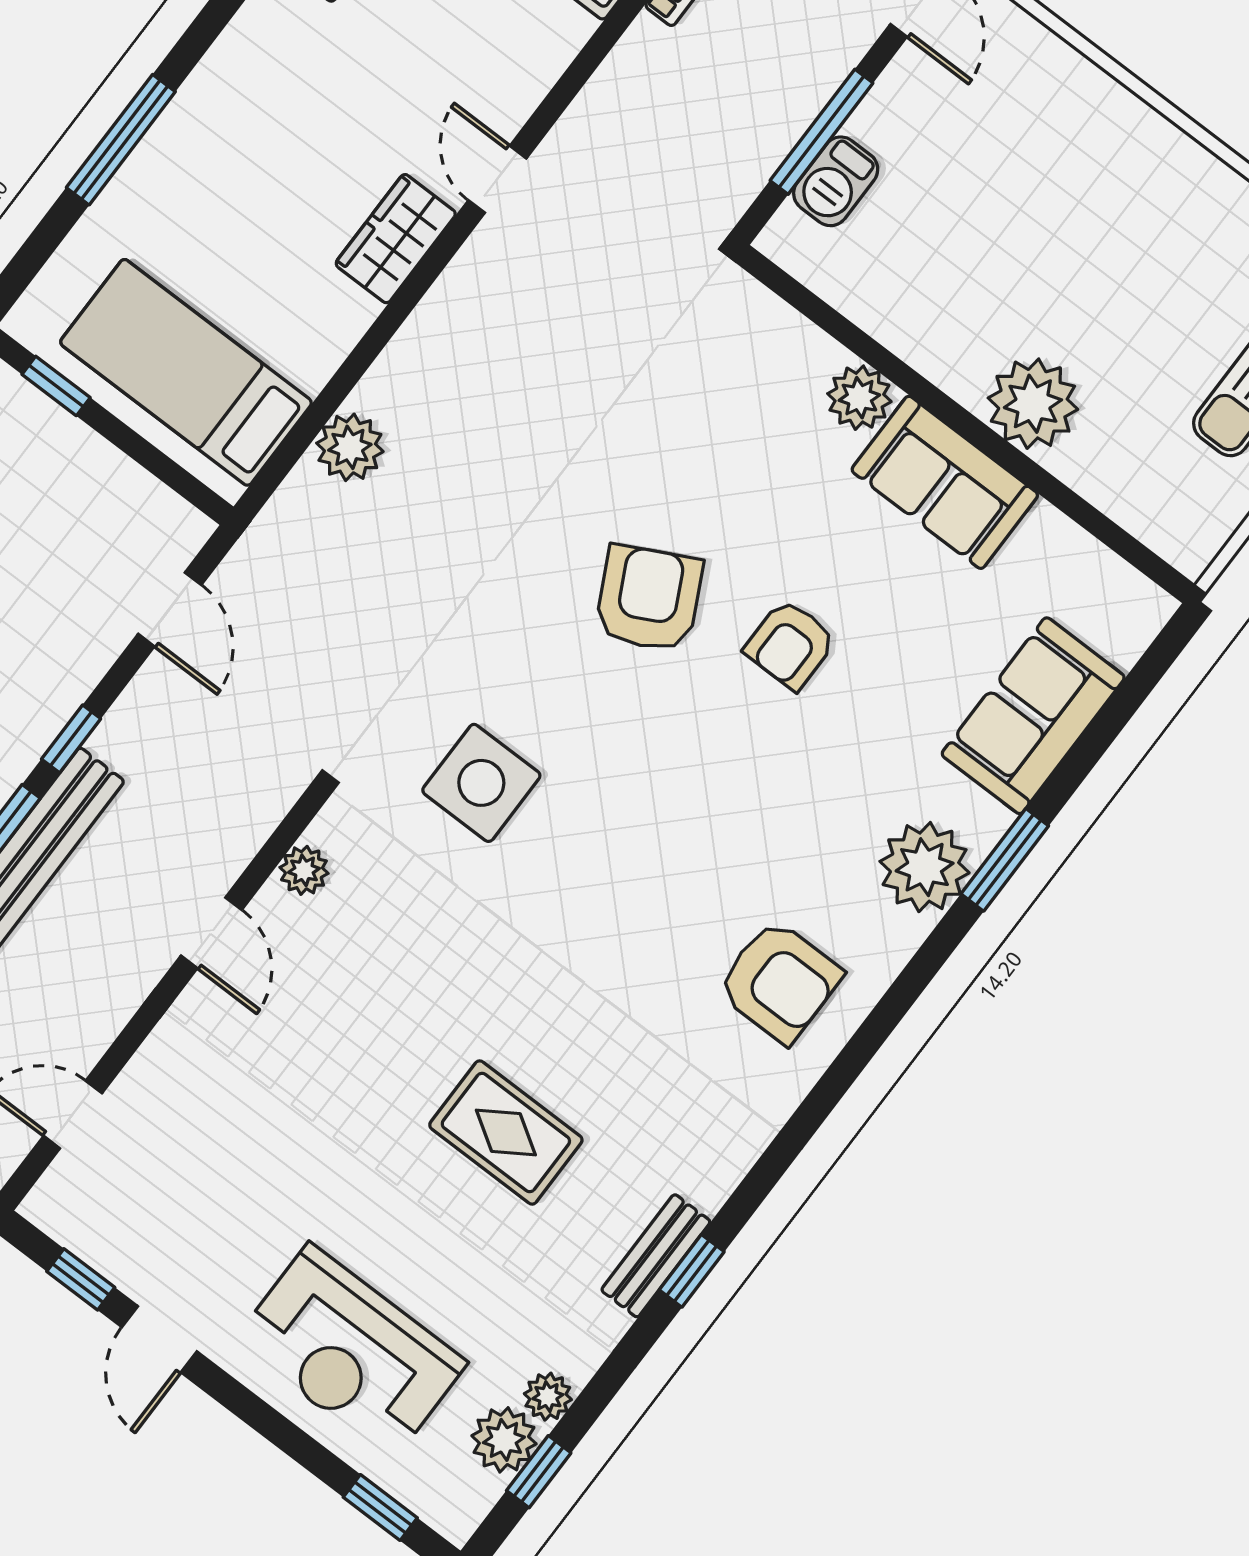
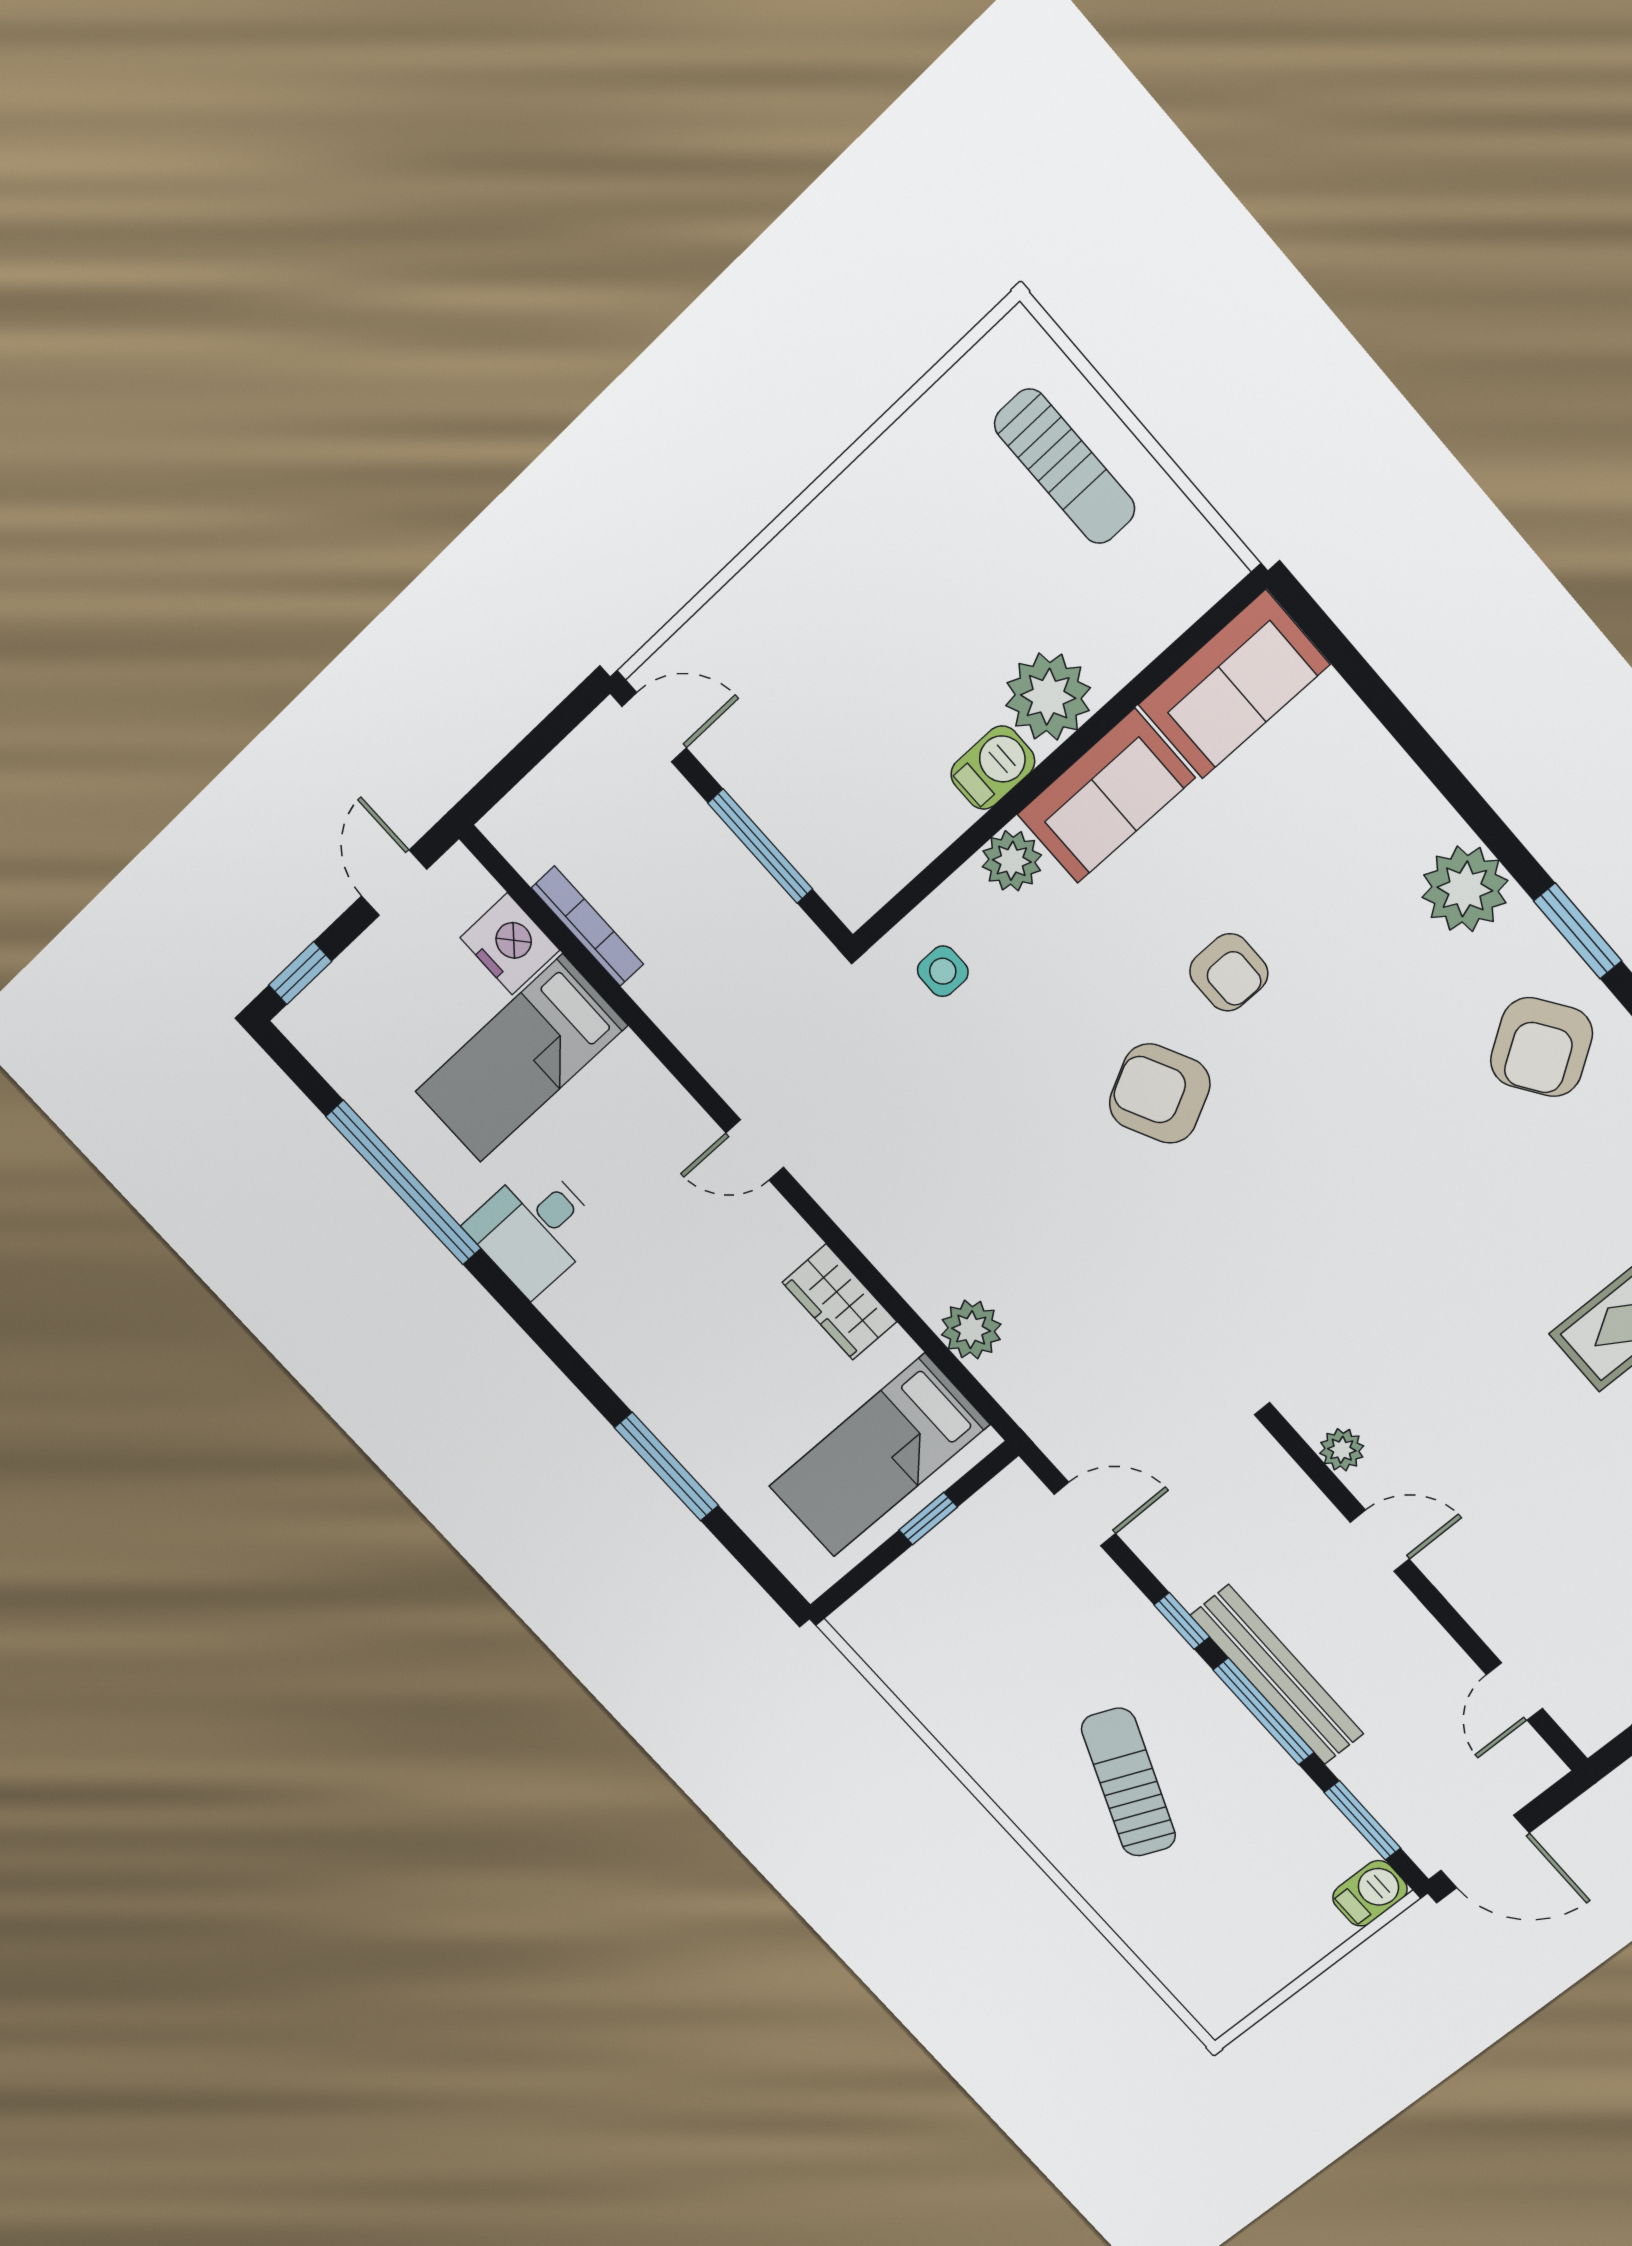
barbecue: (836, 181) -> (993, 768), moved, turned -90
wardrobe: (396, 239) -> (839, 1302), moved
window: (56, 386) -> (928, 1518), moved
sofa: (1033, 716) -> (1234, 685), moved, turned -90
side table: (481, 783) -> (943, 971), moved, width x0.54, depth x0.54
window: (1005, 860) -> (1578, 931), moved
armchair: (779, 981) -> (1541, 1047), turned 146

